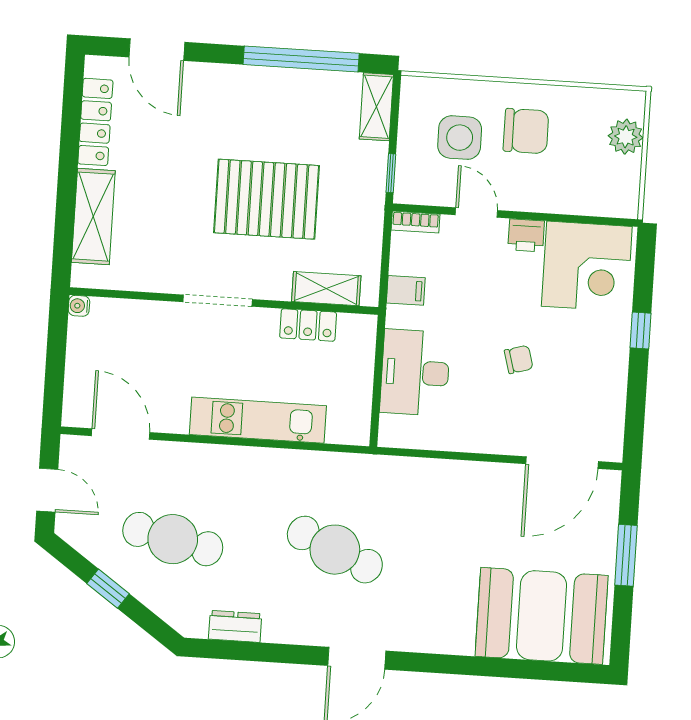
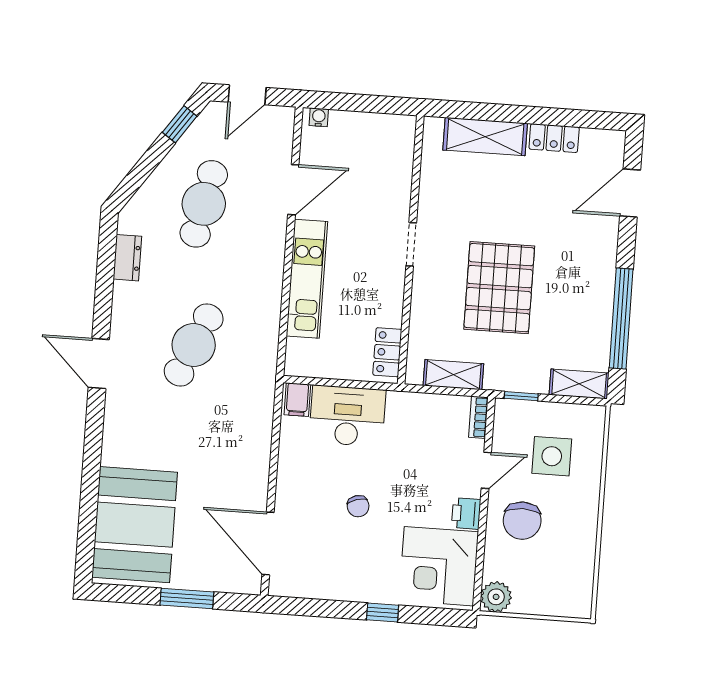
locker: (95, 122) -> (554, 138), width x0.66
chair: (526, 131) -> (522, 521), moved
plant: (626, 137) -> (496, 597), moved
shelving: (326, 289) -> (453, 375), moved, turned 90
filing cabinet: (406, 290) -> (297, 400), moved
doorway: (218, 301) -> (411, 244), width x0.73
water cooler: (79, 306) -> (319, 117), moved
locker: (308, 325) -> (387, 352), moved
door: (121, 434) -> (293, 190), moved
window: (108, 589) -> (180, 124), moved

